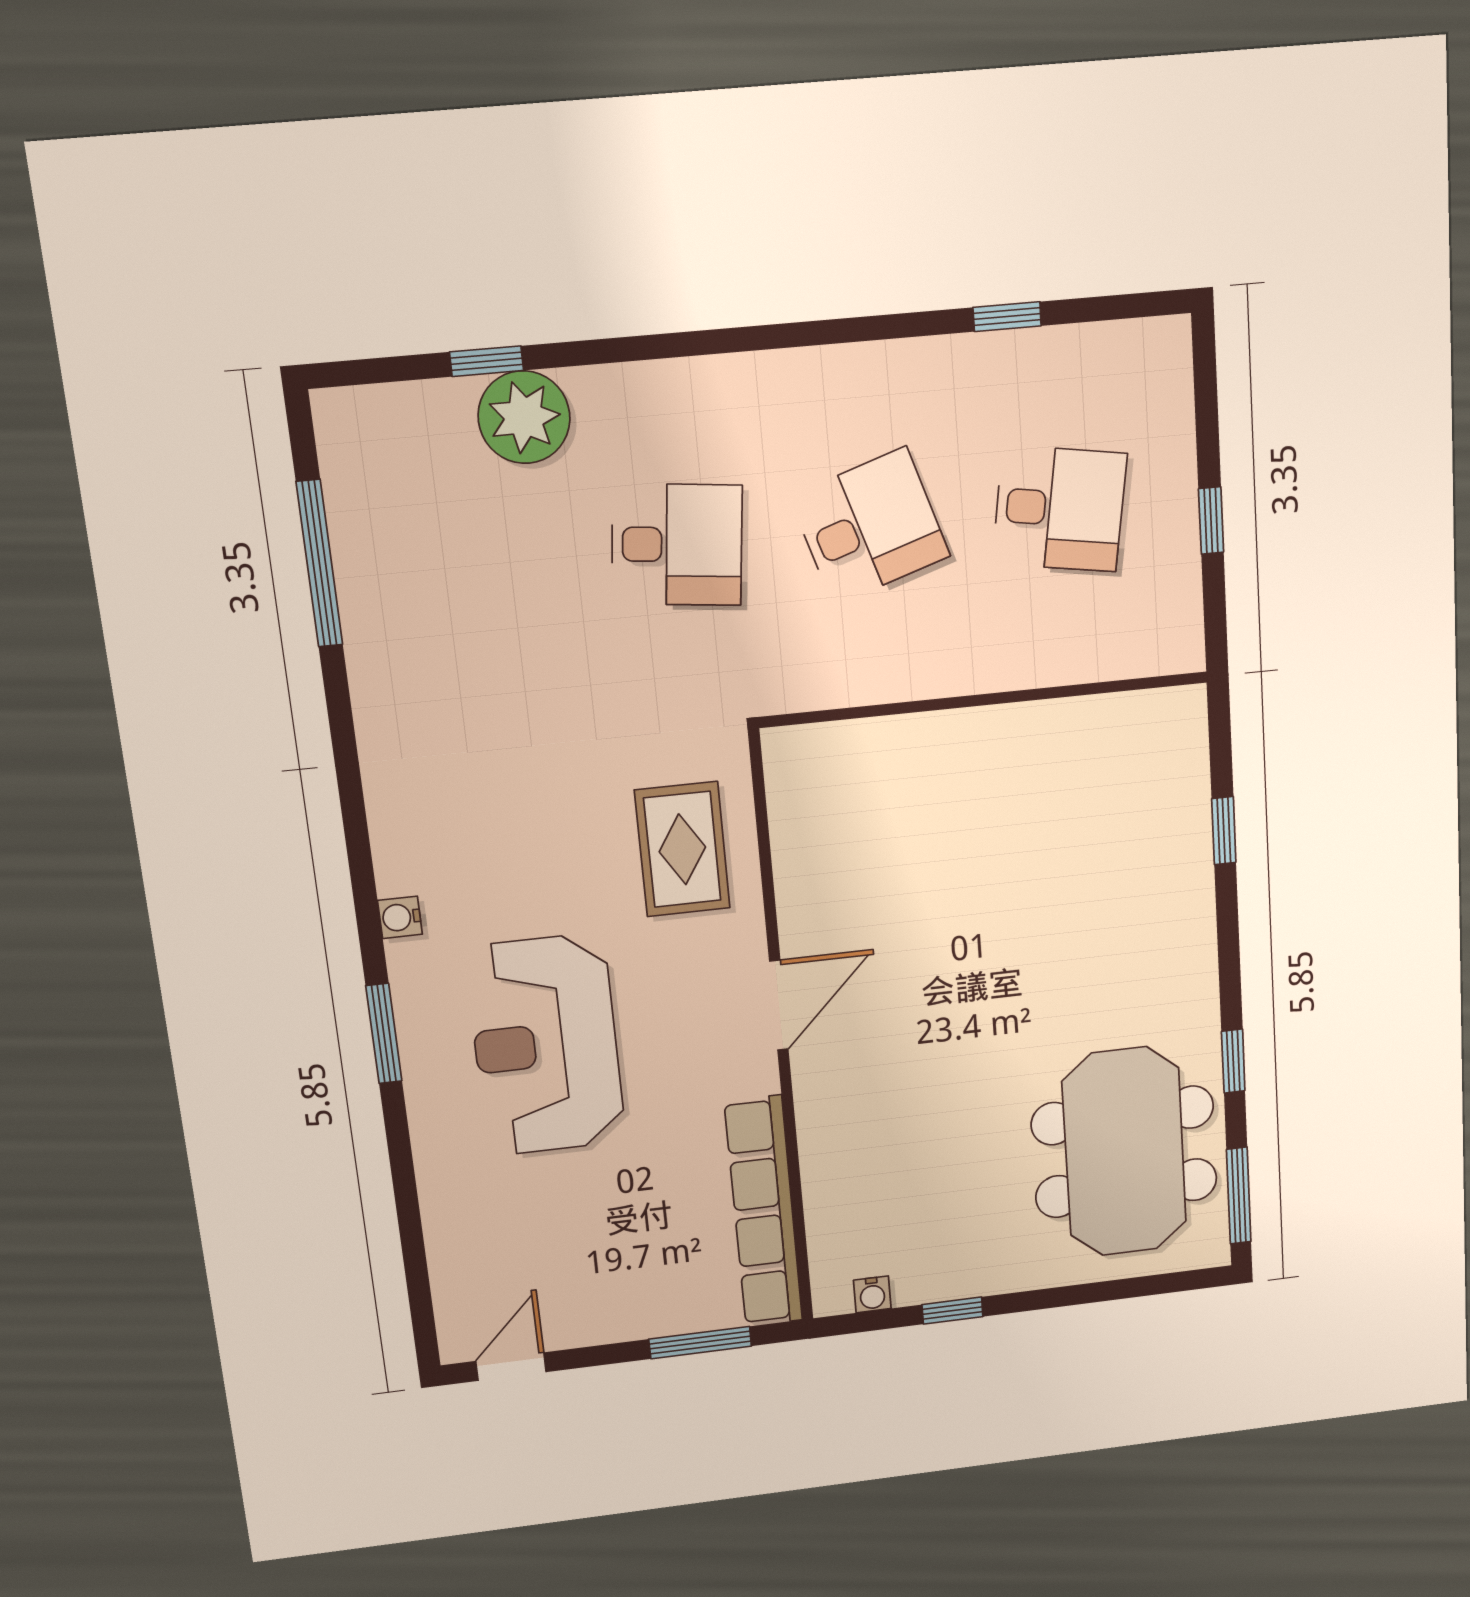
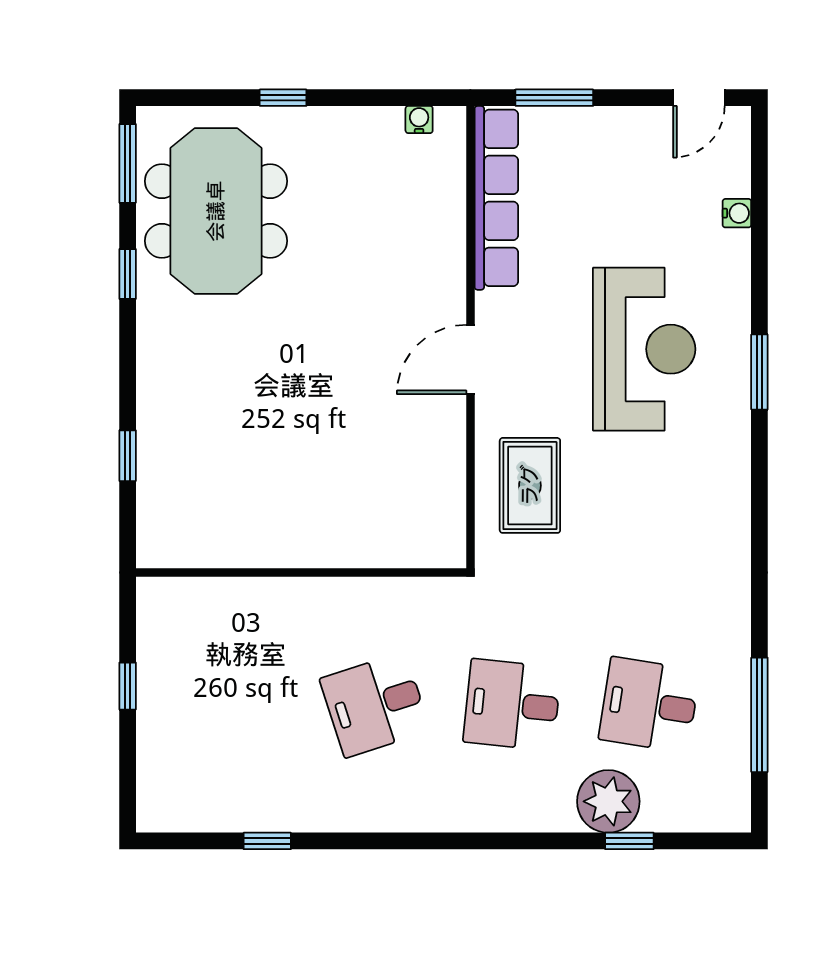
desk: (1060, 509) -> (649, 705), moved
water cooler: (400, 917) -> (737, 213), moved
window: (952, 1311) -> (283, 98), moved

